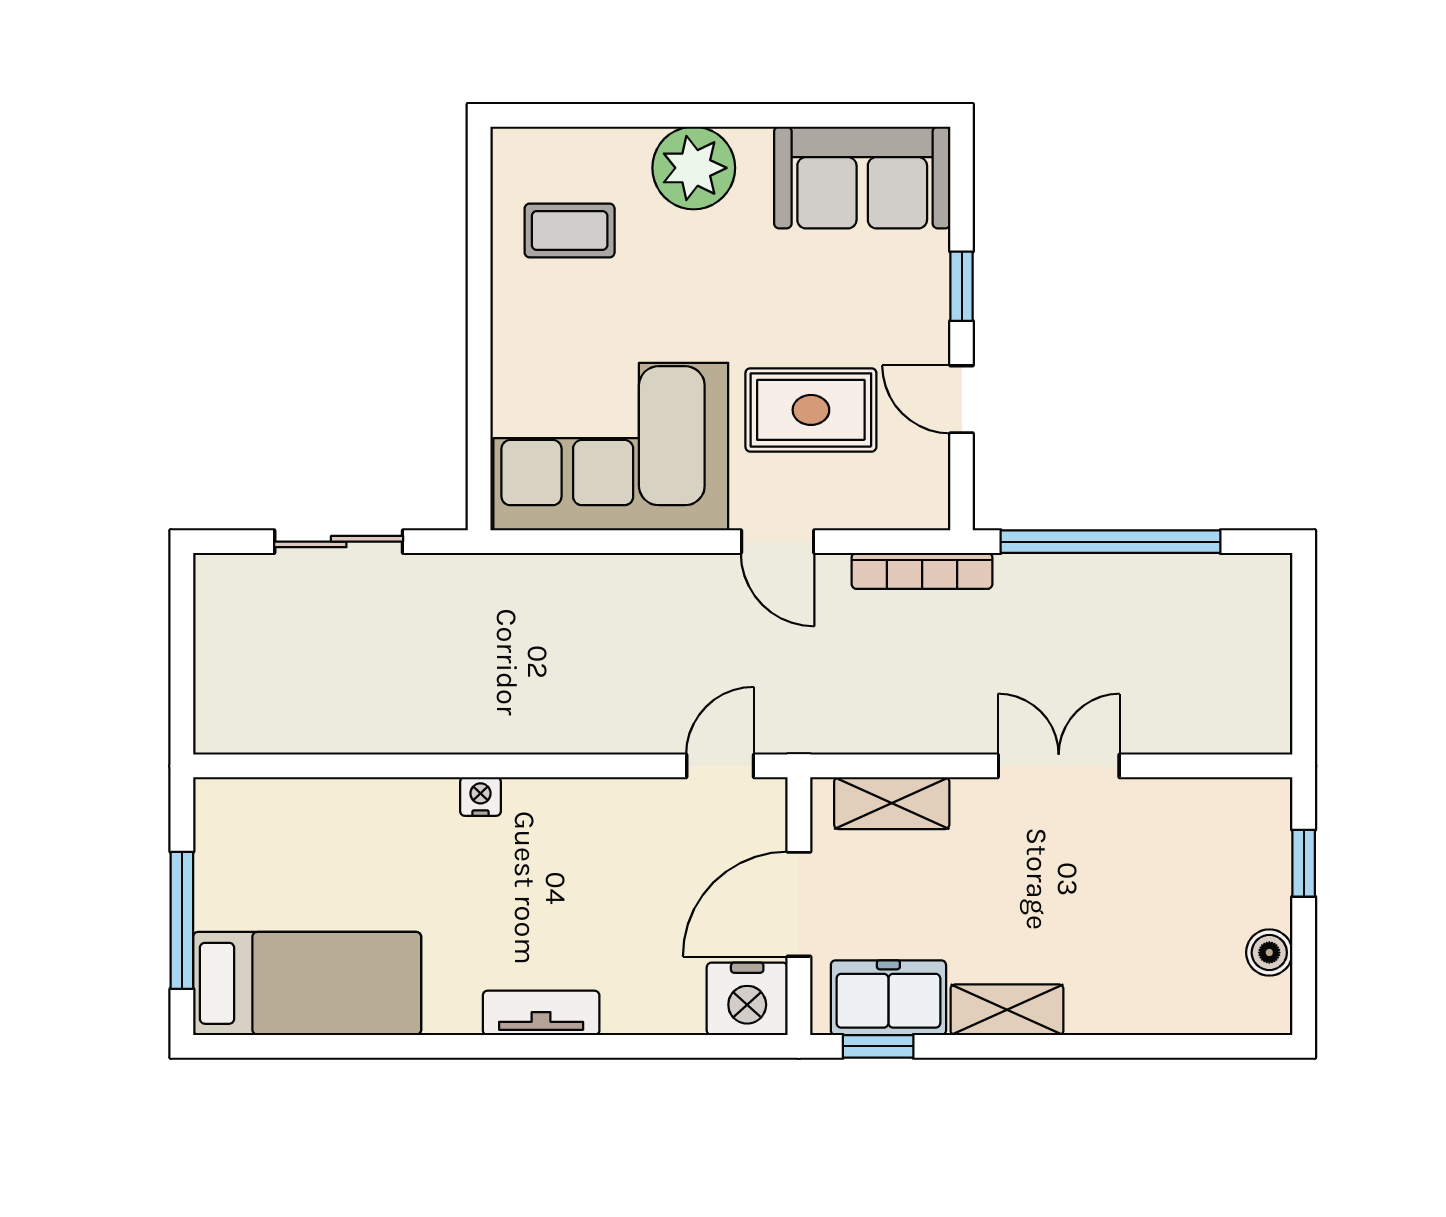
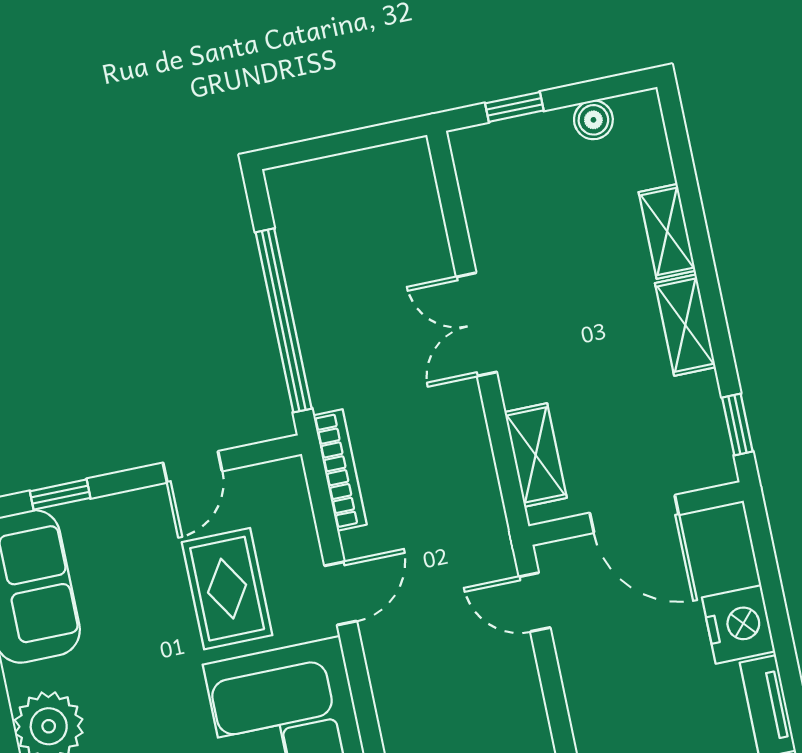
window: (962, 286) -> (60, 495), moved
freezer: (888, 998) -> (696, 424), removed
nightstand: (747, 999) -> (739, 624), moved
shelving: (1121, 1011) -> (667, 231), added

